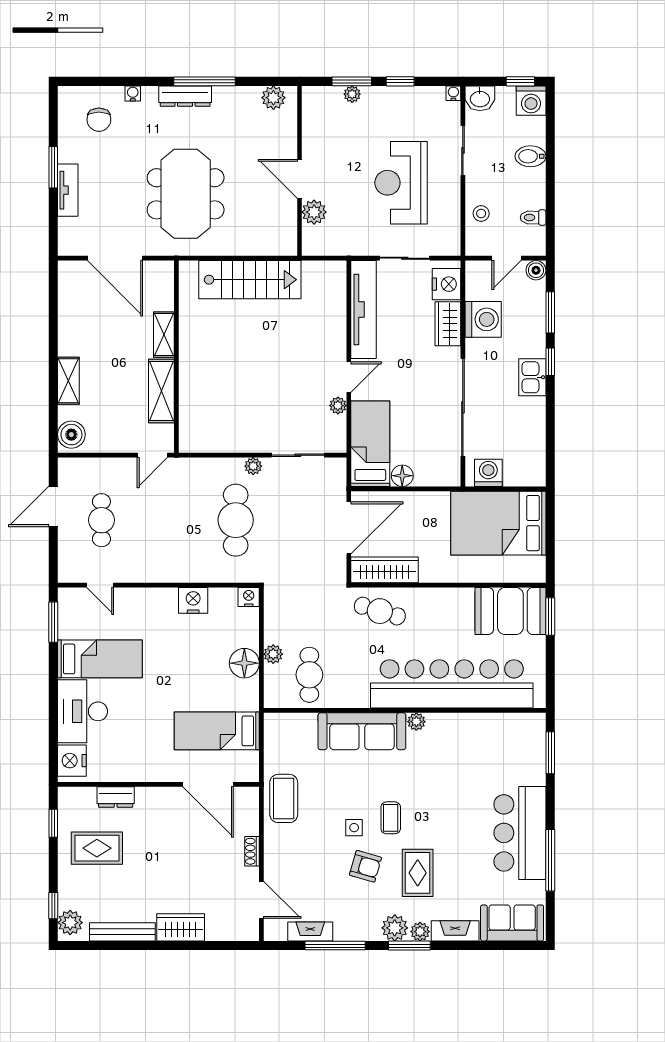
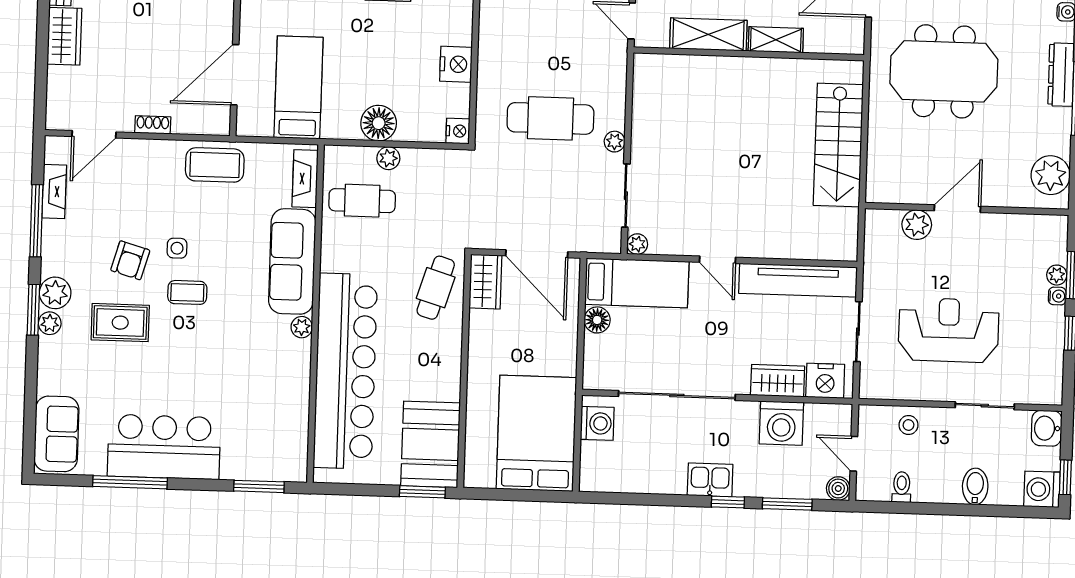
water cooler: (453, 93) -> (1057, 296), moved
plant: (273, 98) -> (1051, 175), width x1.36, depth x1.36
plant: (338, 406) -> (637, 244), moved
wardrobe: (385, 570) -> (485, 282), width x0.67
fireplace: (455, 931) -> (305, 179), moved, turned 180

